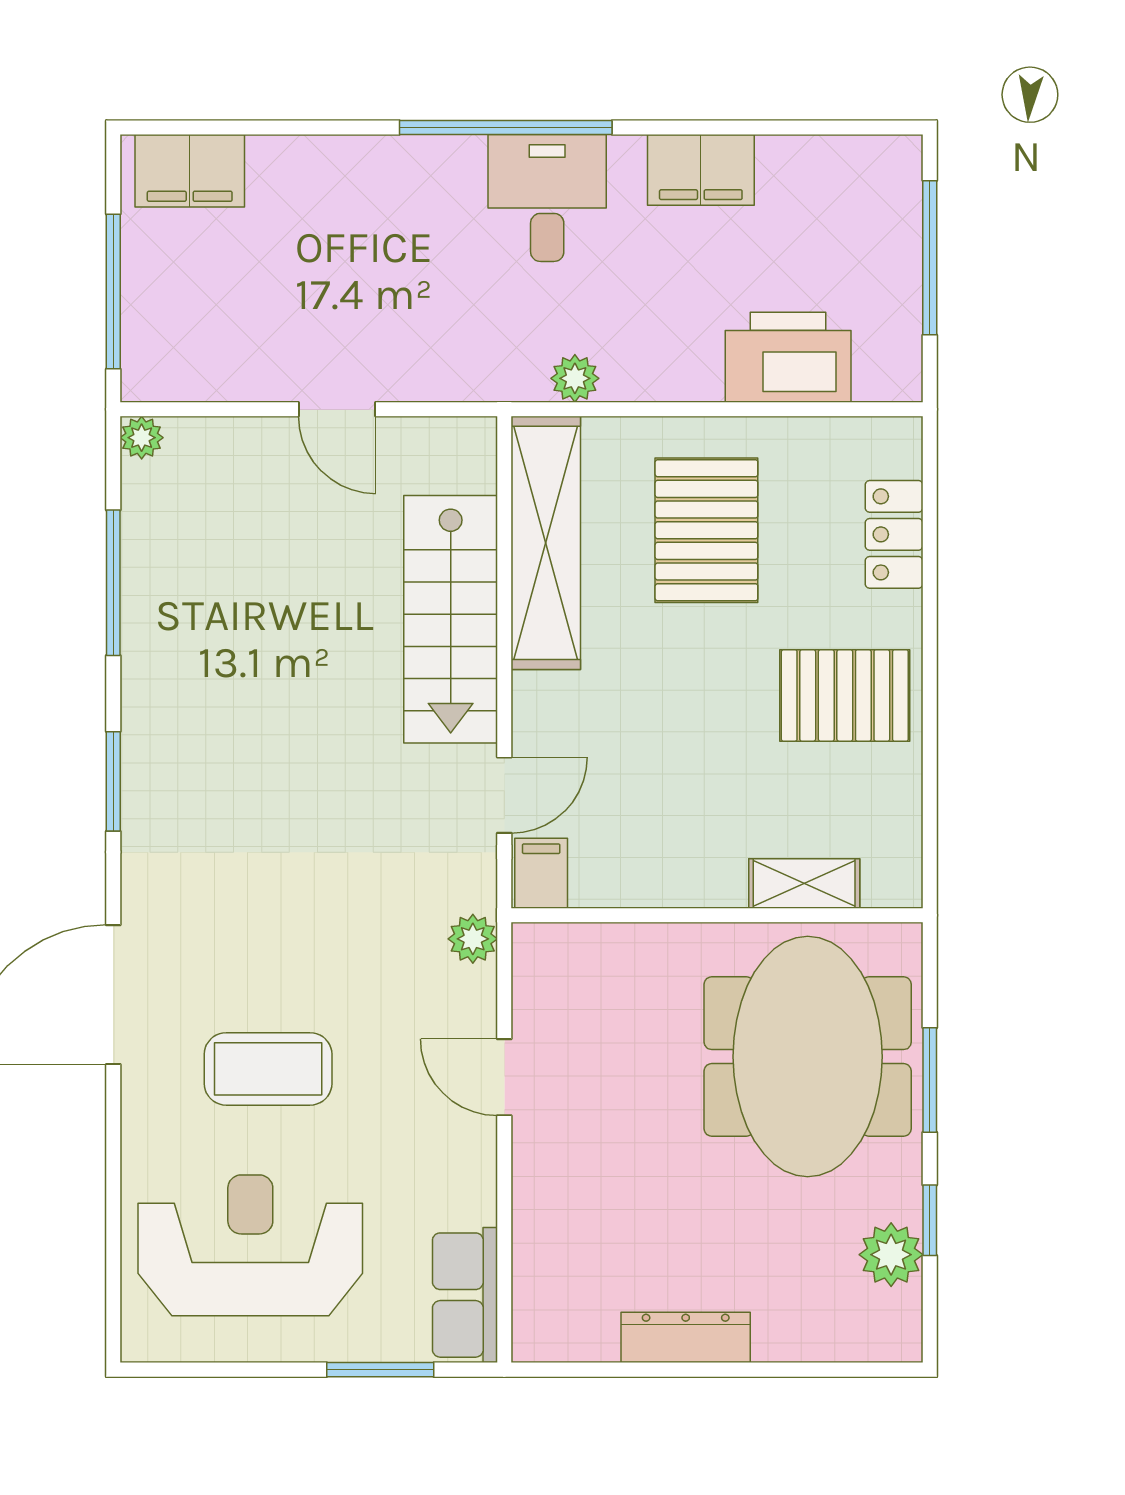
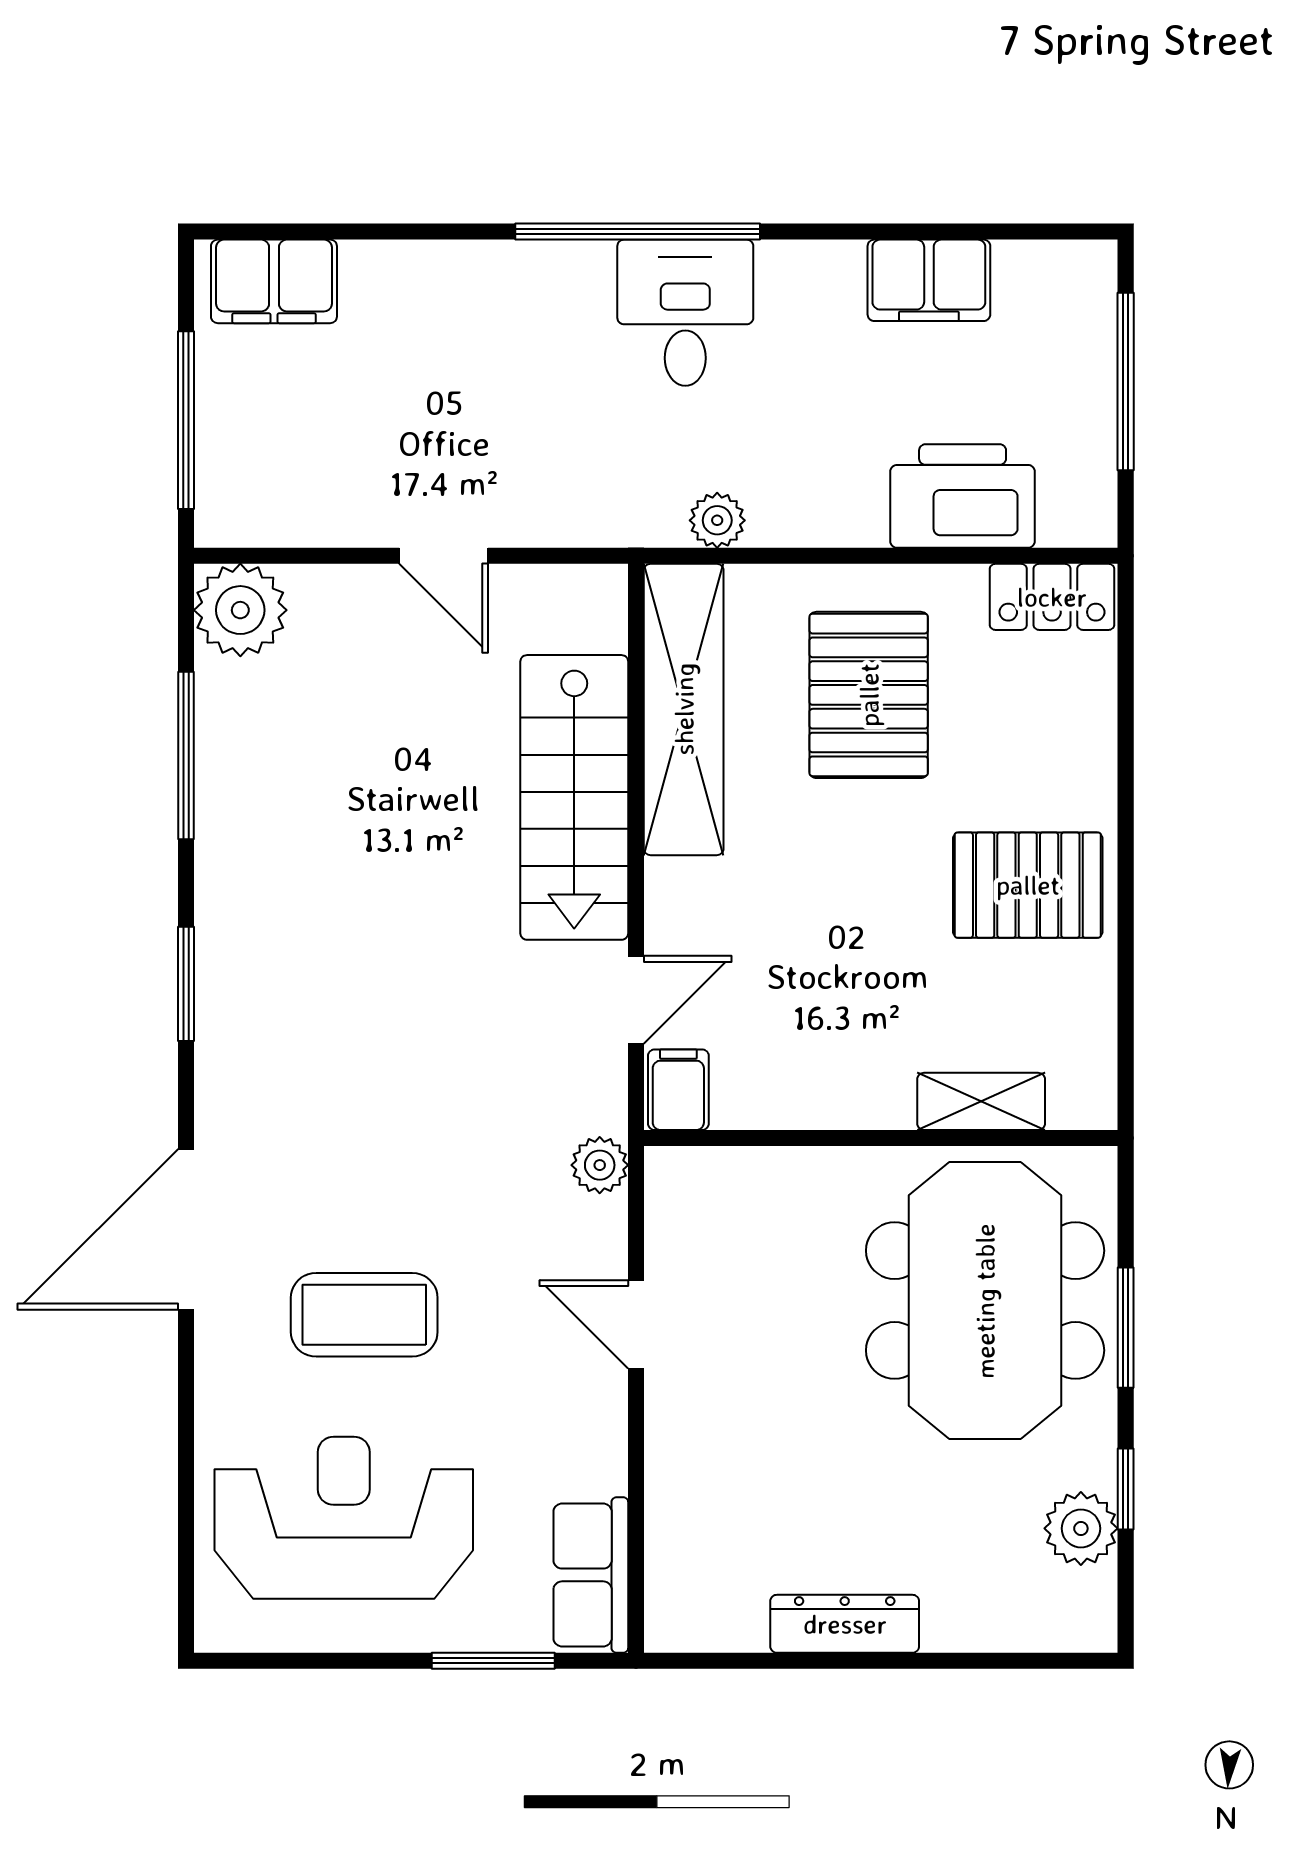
filing cabinet: (701, 170) -> (929, 280), moved
plant: (142, 438) -> (240, 610), width x1.87, depth x1.87
locker: (894, 534) -> (1052, 597), moved, turned -90

